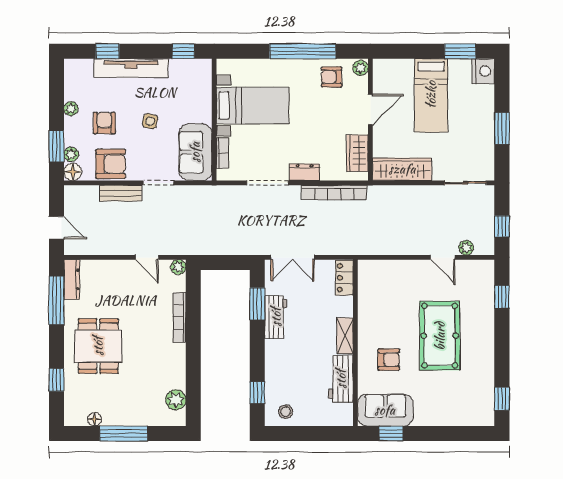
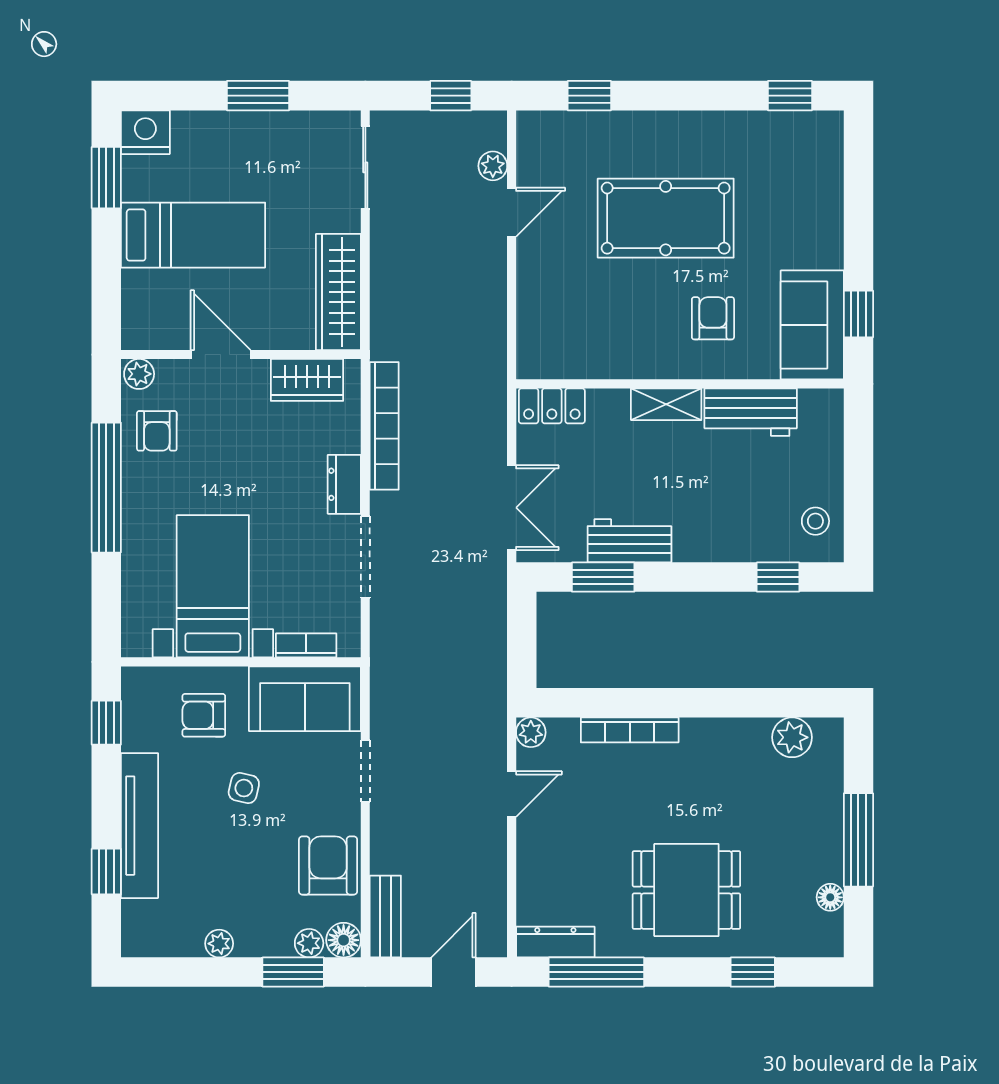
armchair: (104, 123) -> (204, 715), moved
bench: (121, 193) -> (385, 917), moved

